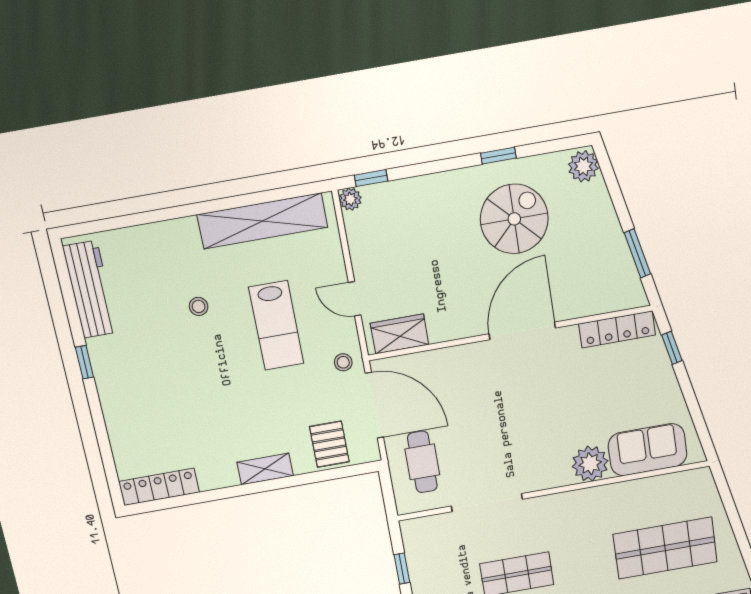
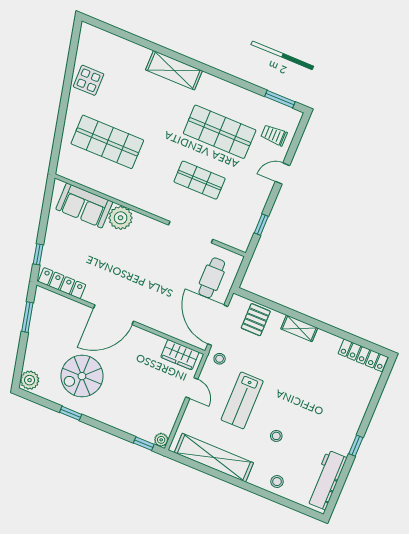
stool: (155, 243) -> (277, 482), added
lab bench: (276, 325) -> (242, 400), turned 180

